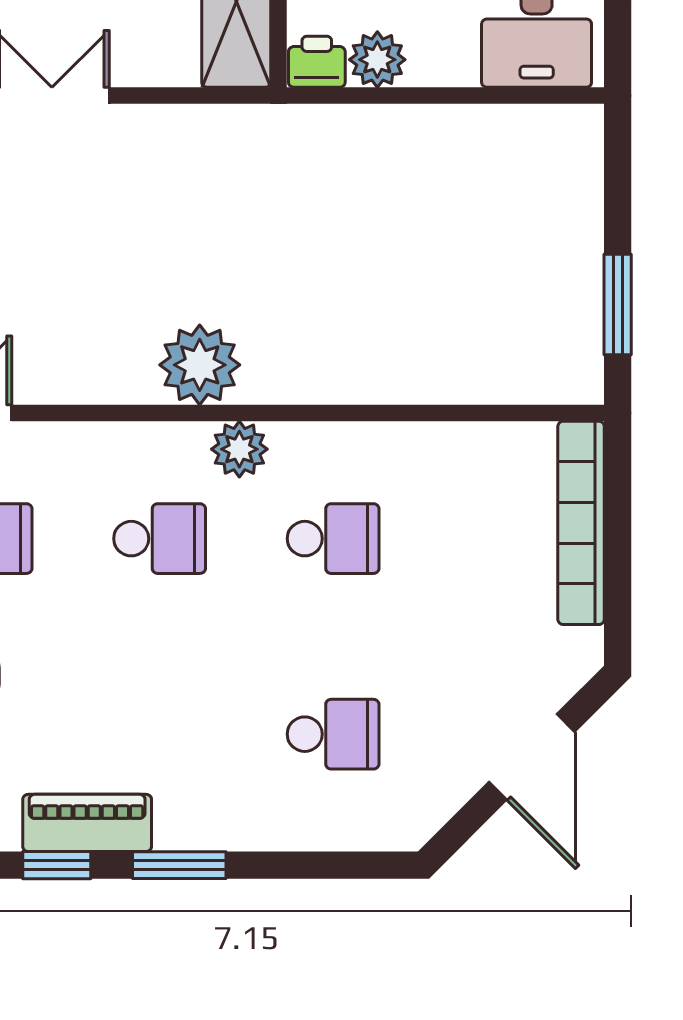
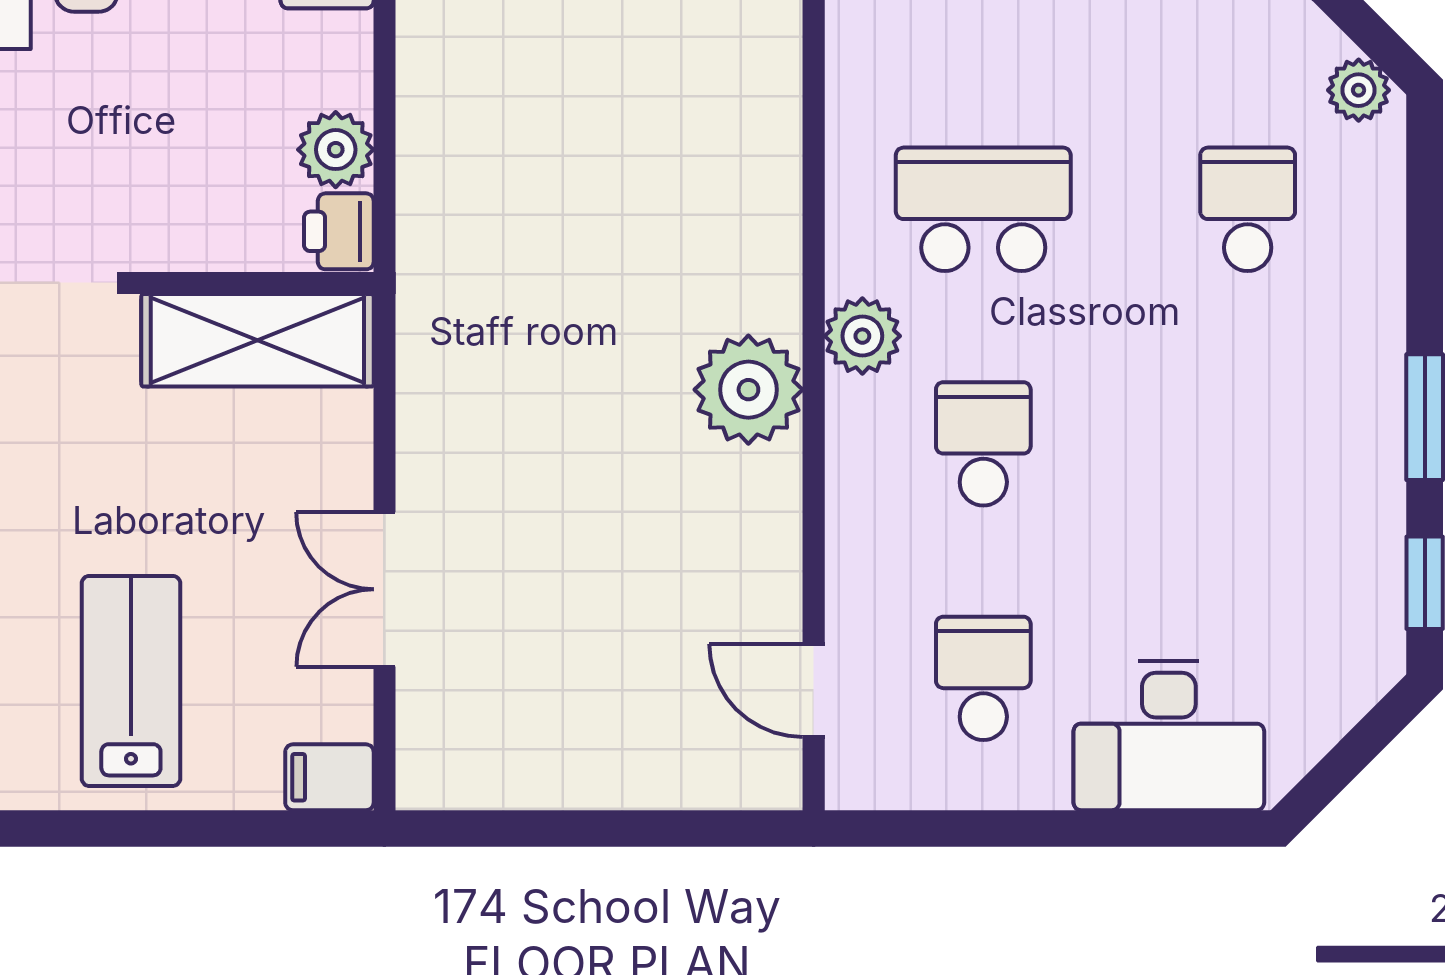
school desk: (333, 539) -> (983, 209), width x1.85
plant: (421, 816) -> (1359, 90), added
piano: (87, 823) -> (1368, 542), removed

